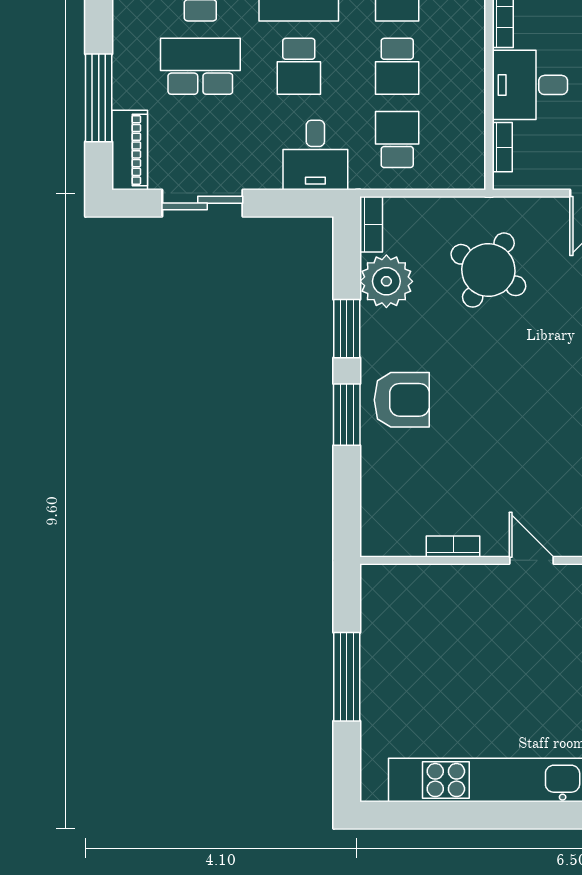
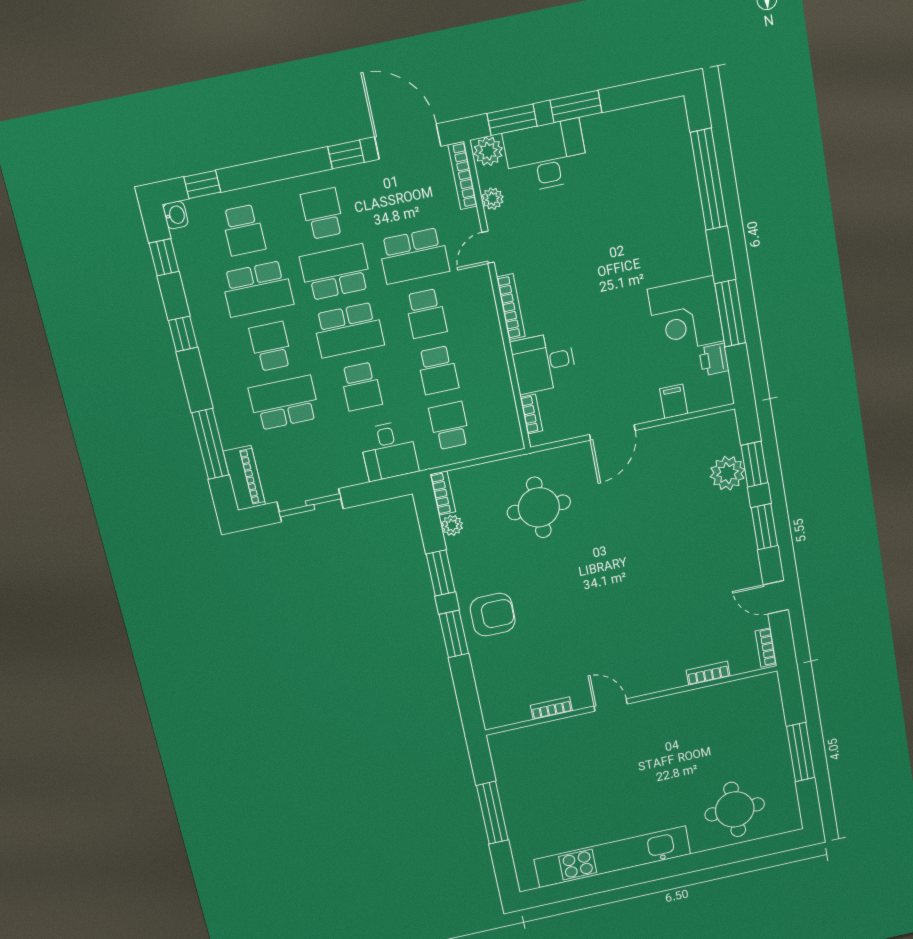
round table: (488, 270) -> (539, 507), turned -30
plant: (386, 281) -> (452, 525), width x0.53, depth x0.53

